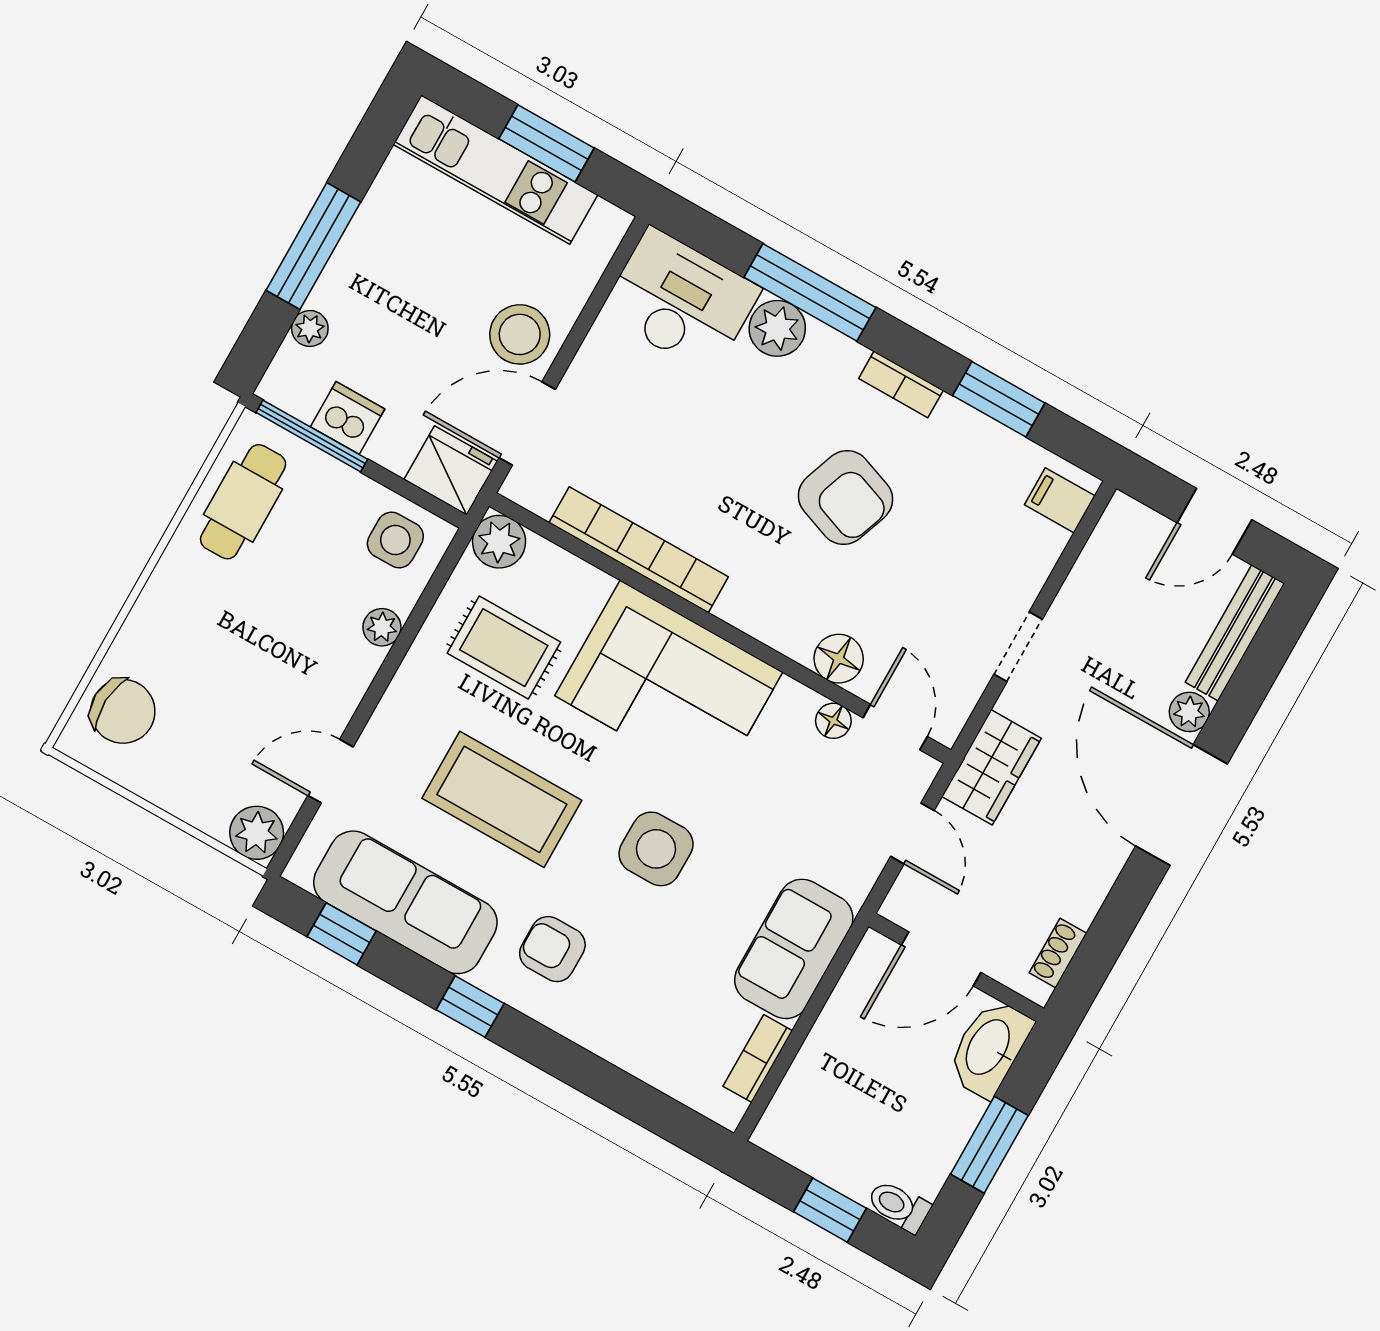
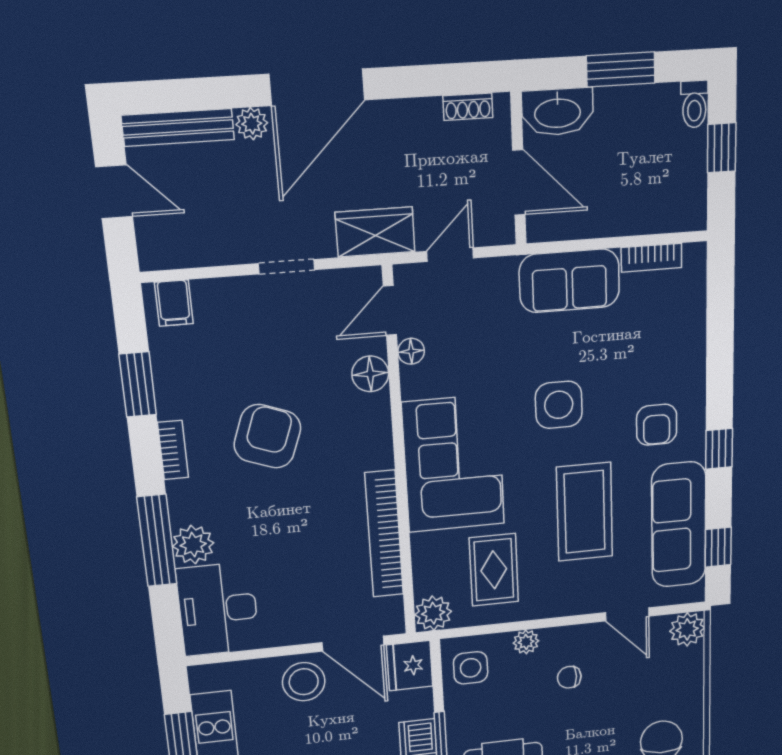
chair: (296, 650) -> (569, 677), added

